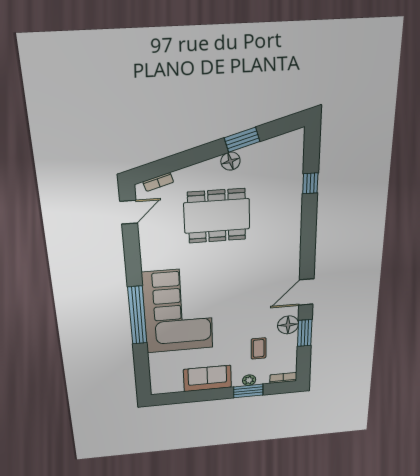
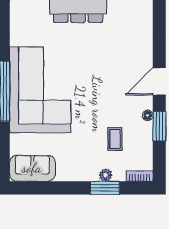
floor lamp: (288, 325) -> (148, 115), width x0.53, depth x0.53
sofa: (207, 378) -> (32, 168), moved

